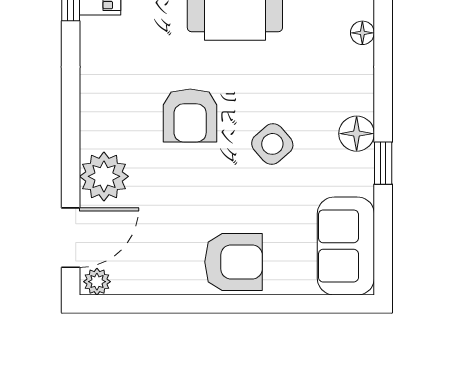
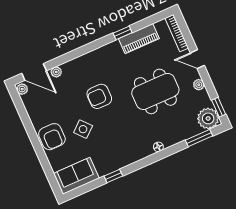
floor lamp: (357, 134) -> (120, 161), removed
side table: (272, 144) -> (83, 129), moved
plant: (104, 176) -> (56, 72), width x0.53, depth x0.53

